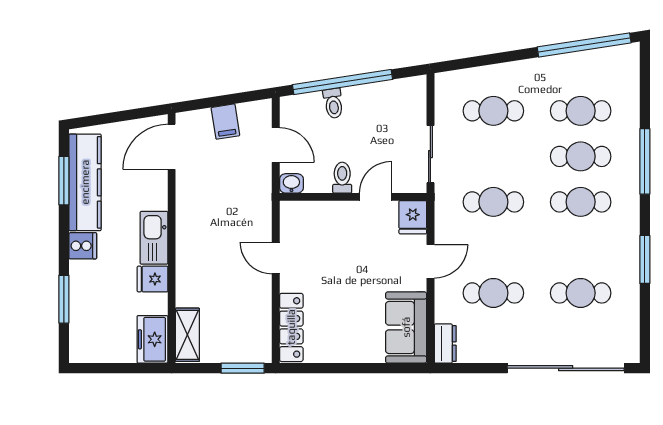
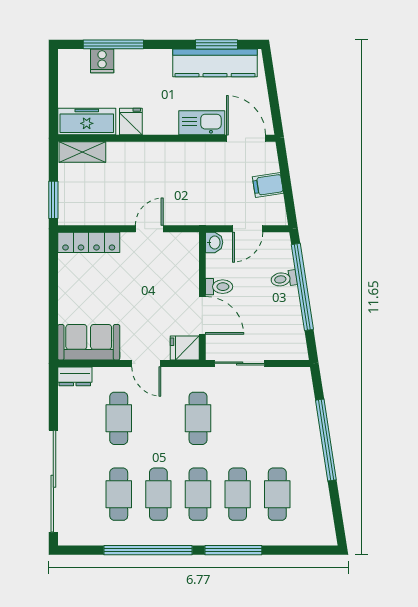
window: (584, 45) -> (326, 440), moved
cafe table: (493, 111) -> (158, 494), moved
door: (375, 197) -> (202, 315), width x1.38
kitchen sink: (154, 238) -> (202, 123), moved
cooker: (83, 246) -> (102, 61), moved
window: (645, 259) -> (148, 550), width x2.11
window: (64, 299) -> (113, 44), width x1.44
freezer: (152, 339) -> (87, 121), width x1.40

